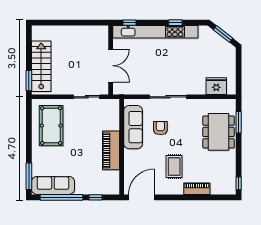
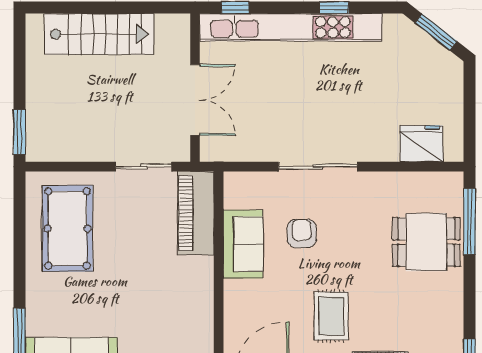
stairs: (41, 66) -> (99, 34), moved, turned 90
window: (239, 122) -> (469, 221), width x1.44
sofa: (133, 127) -> (243, 244), width x0.73
dining table: (218, 132) -> (426, 242), width x0.73
piano: (111, 150) -> (196, 213), moved

